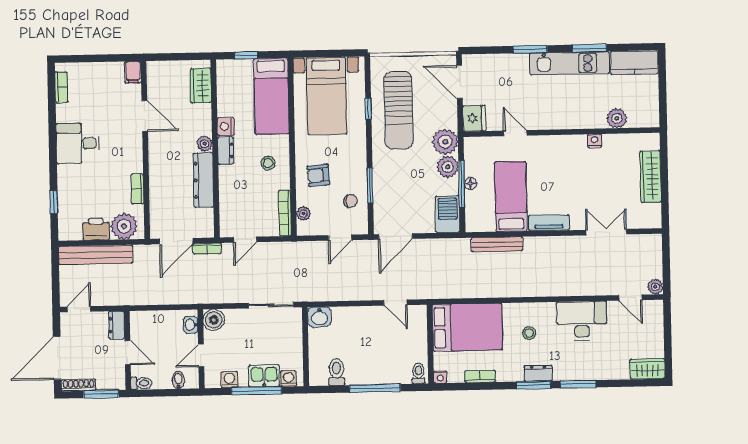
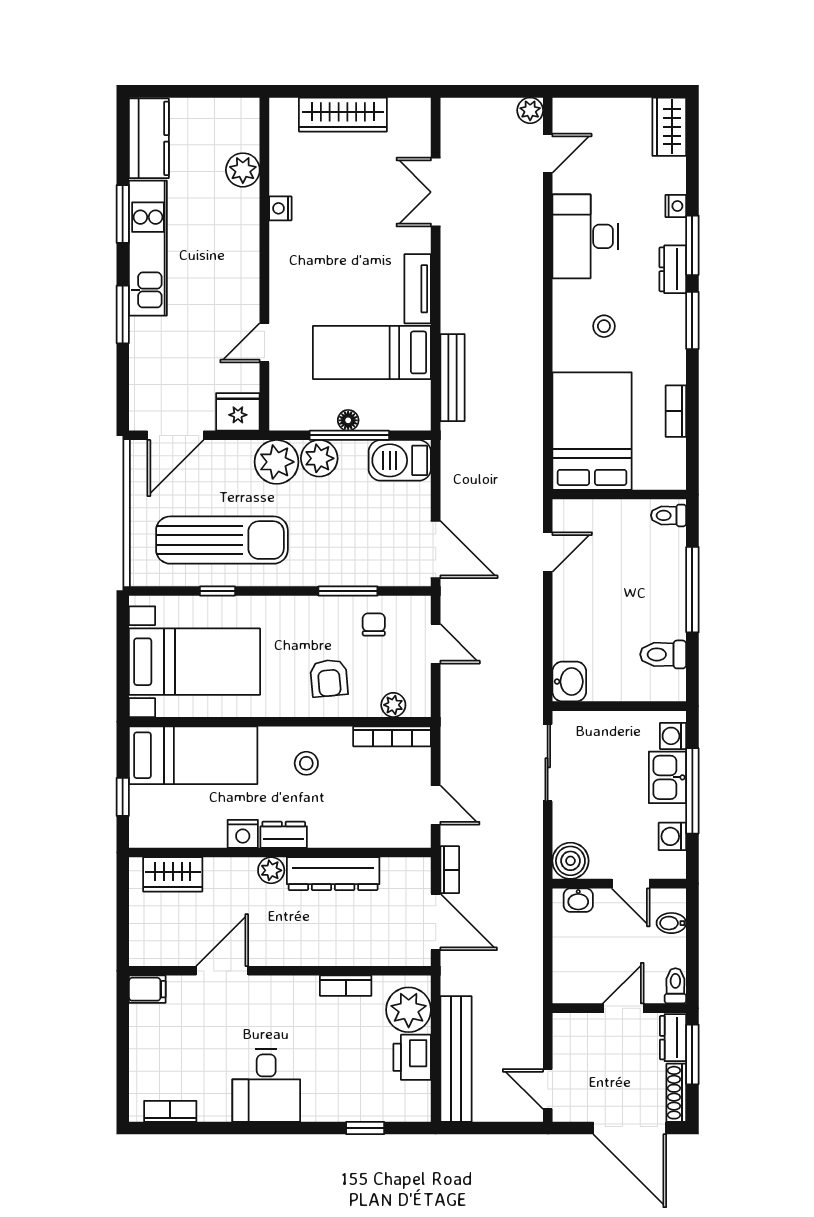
dresser: (117, 325) -> (673, 1038), moved, turned 90
dresser: (538, 373) -> (673, 269), moved
nightstand: (440, 377) -> (676, 206), moved

